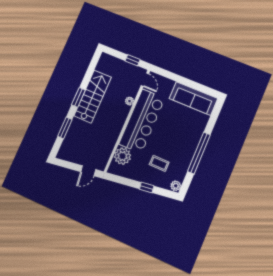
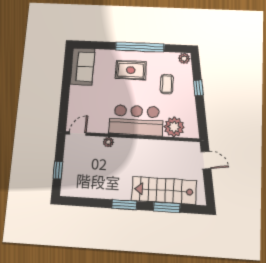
window: (133, 60) -> (58, 170), moved
stairs: (93, 97) -> (164, 190), moved
sofa: (193, 98) -> (83, 67), width x0.73
bar counter: (142, 121) -> (136, 120), width x0.73
rug: (182, 139) -> (131, 70), added

